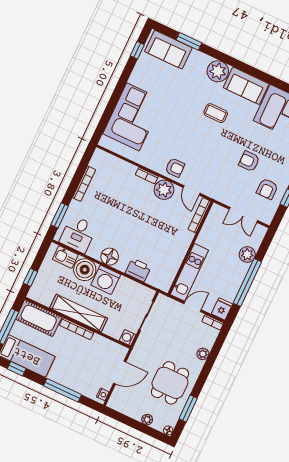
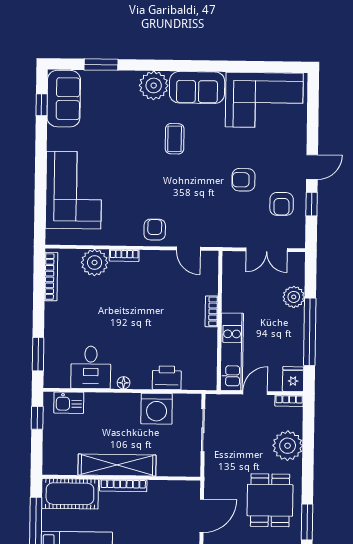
sofa: (168, 50) -> (64, 99), moved, turned -90
coffee table: (216, 113) -> (175, 139), turned 90
armchair: (175, 168) -> (155, 230), turned -90
bookcase: (84, 184) -> (51, 277), moved
plant: (164, 190) -> (95, 263), moved
bookcase: (199, 215) -> (212, 311), moved, width x0.64
desk: (78, 234) -> (91, 367), moved
floor lamp: (110, 257) -> (124, 383), width x0.53, depth x0.53
boiler: (85, 270) -> (100, 408), removed
window: (30, 277) -> (37, 418), moved
washing machine: (106, 280) -> (157, 409), moved
washing machine: (128, 338) -> (192, 468), removed
plant: (203, 354) -> (288, 446), width x1.88, depth x1.88

